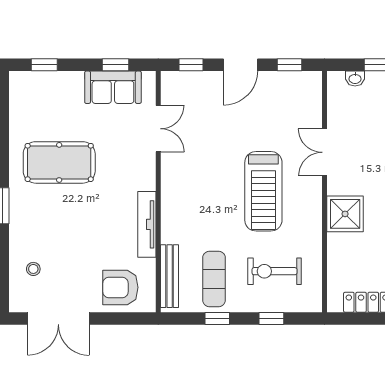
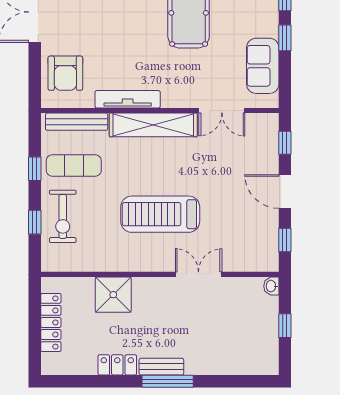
window: (115, 65) -> (285, 38), moved
washbasin: (355, 78) -> (271, 286), moved
shelving: (173, 198) -> (153, 125), added
shower: (345, 214) -> (113, 295), moved
exercise bike: (274, 271) -> (63, 216), moved, turned 180
armchair: (120, 287) -> (65, 73), turned 180

